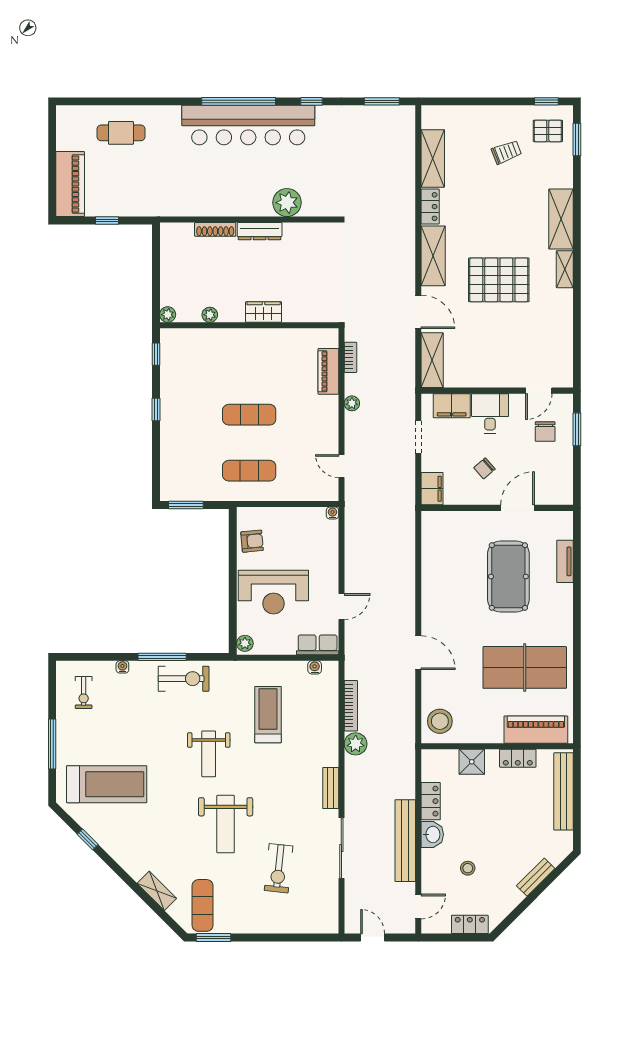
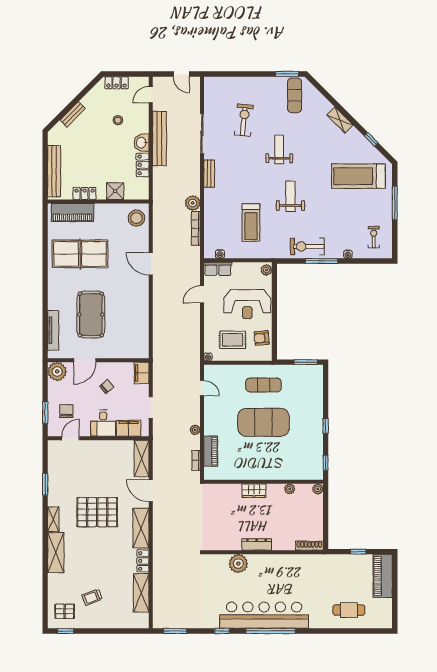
window: (577, 139) -> (45, 484), moved
shoe rack: (215, 229) -> (309, 546), moved
exercise mat: (249, 415) -> (263, 422), width x2.00, depth x1.45
plant: (559, 491) -> (57, 371), added
rug: (296, 539) -> (233, 340), added
tv unit: (565, 561) -> (53, 330), width x1.41
reception desk: (273, 592) -> (247, 304), turned 180
weight bench: (226, 824) -> (279, 150), width x0.73, depth x0.75
shelving: (157, 891) -> (340, 120), moved

